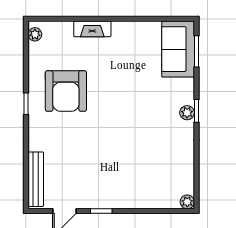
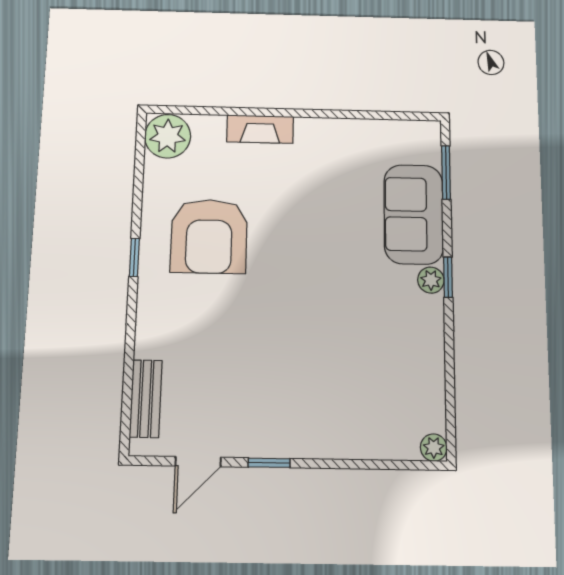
plant: (35, 34) -> (168, 136), width x1.88, depth x1.88
sofa: (178, 49) -> (414, 214), moved
bench: (36, 179) -> (146, 399), width x0.73

